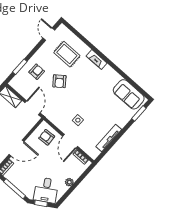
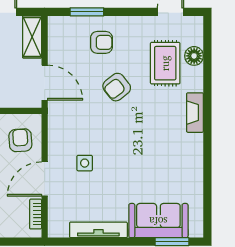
floor lamp: (74, 40) -> (194, 56), added
sofa: (129, 94) -> (158, 221), moved, turned 90
door: (33, 108) -> (45, 83), hinge flipped

